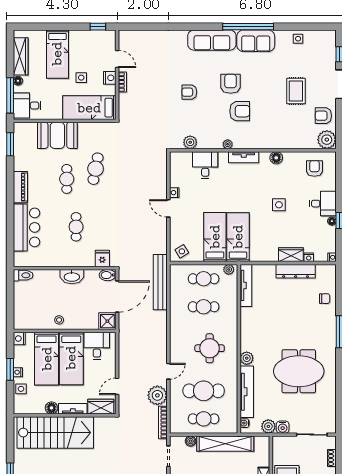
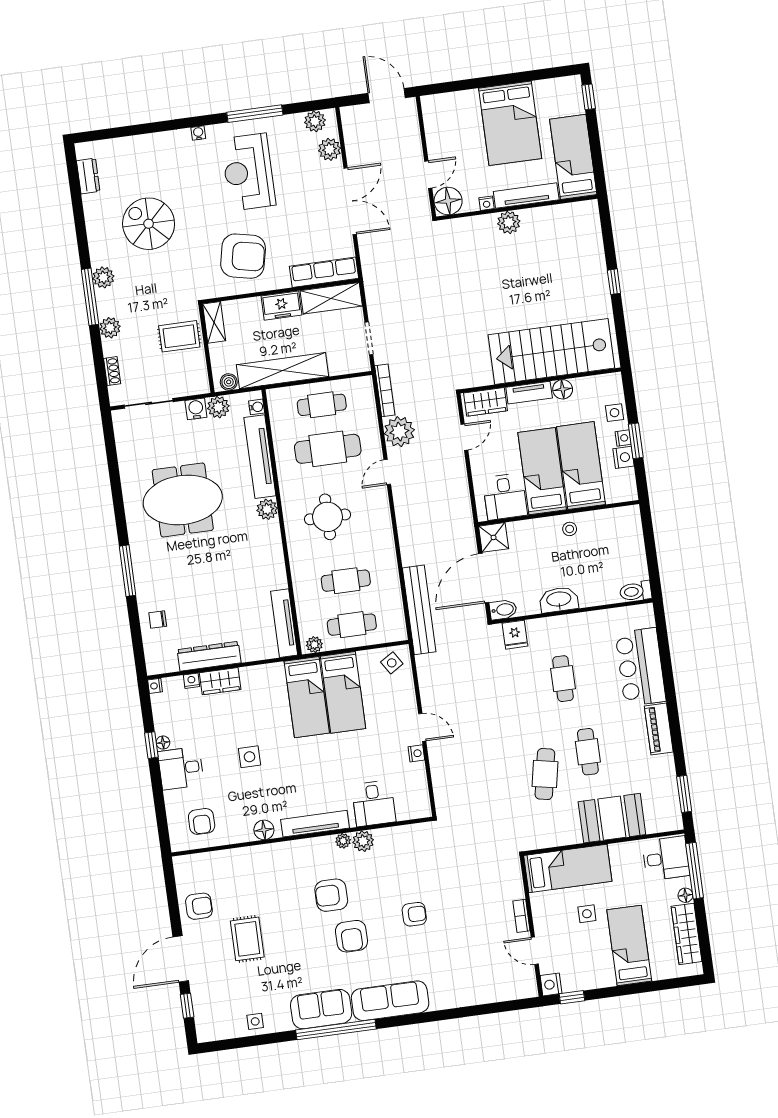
nightstand: (110, 78) -> (551, 984), moved
plant: (327, 140) -> (188, 869), removed
plant: (190, 142) -> (363, 841), moved
tv unit: (244, 157) -> (315, 824), width x1.41
nightstand: (19, 339) -> (623, 457), moved
boiler: (191, 441) -> (229, 382), moved

